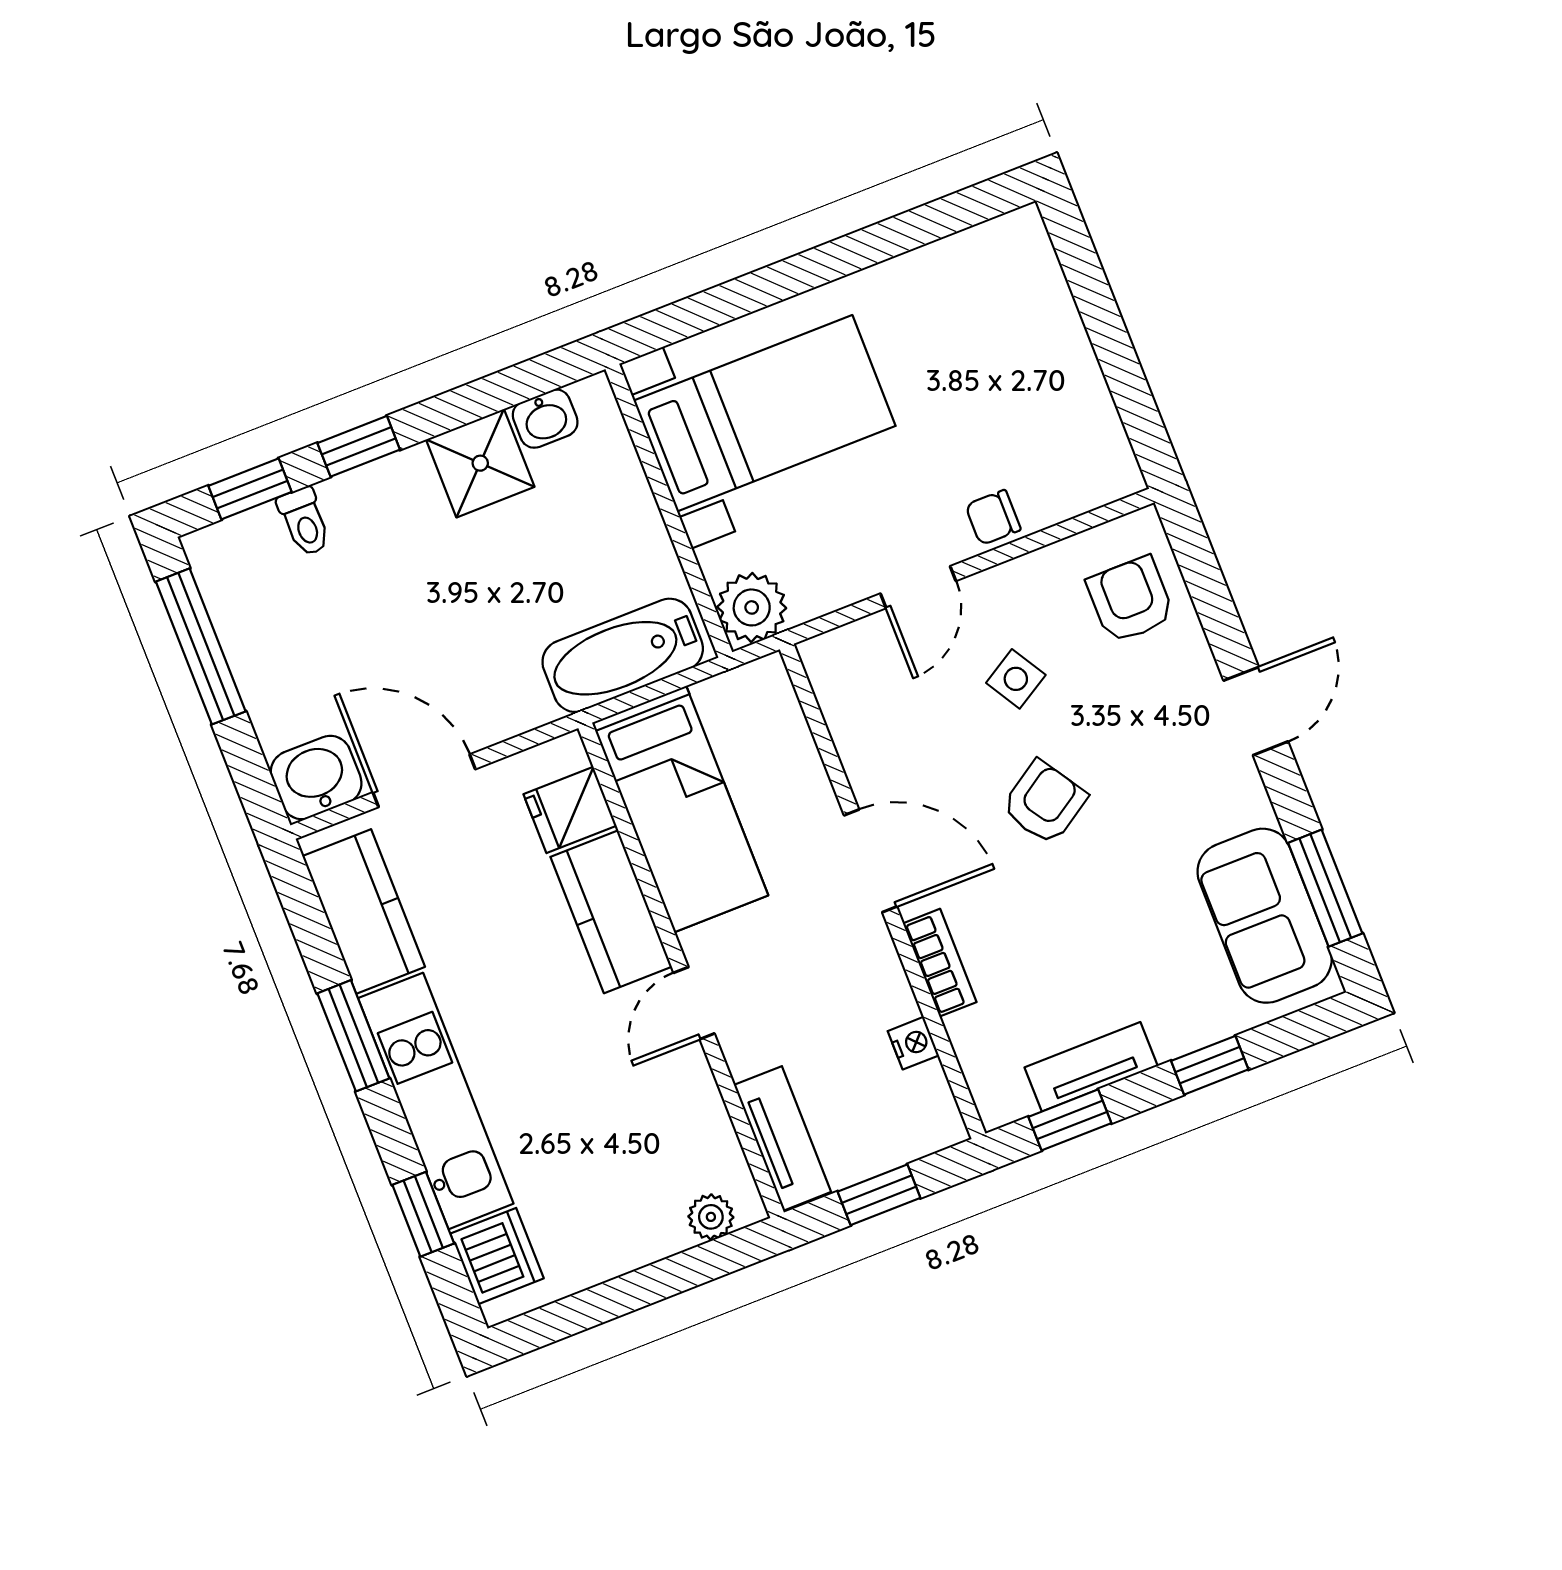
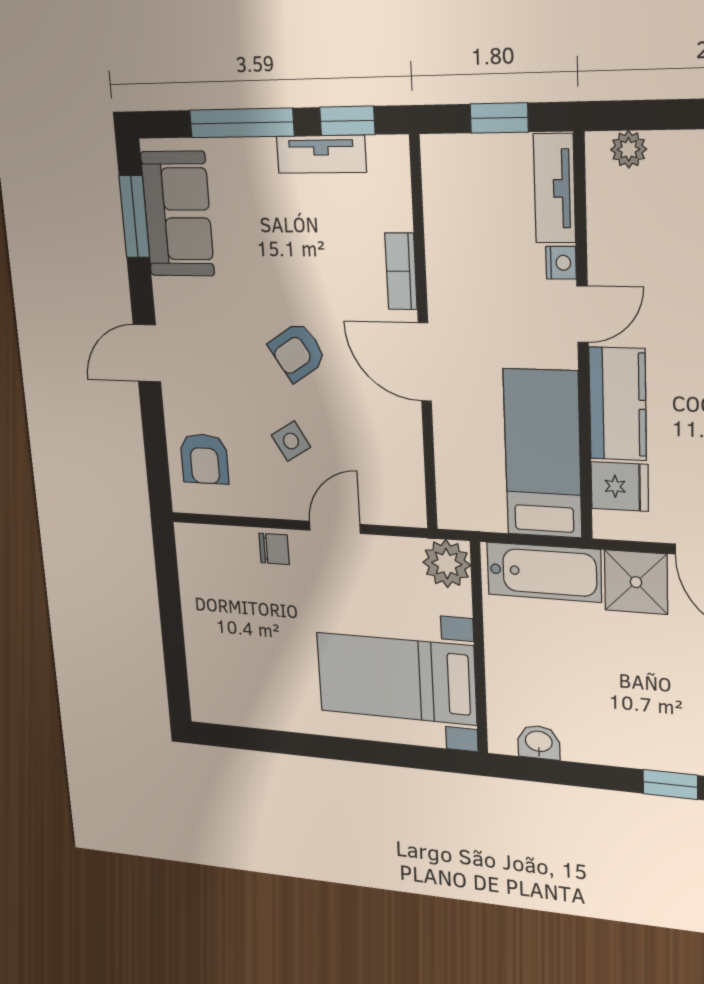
shower: (480, 463) -> (636, 582), moved
nightstand: (913, 1043) -> (561, 263), moved, turned 180
window: (1210, 1065) -> (242, 123), width x2.17

